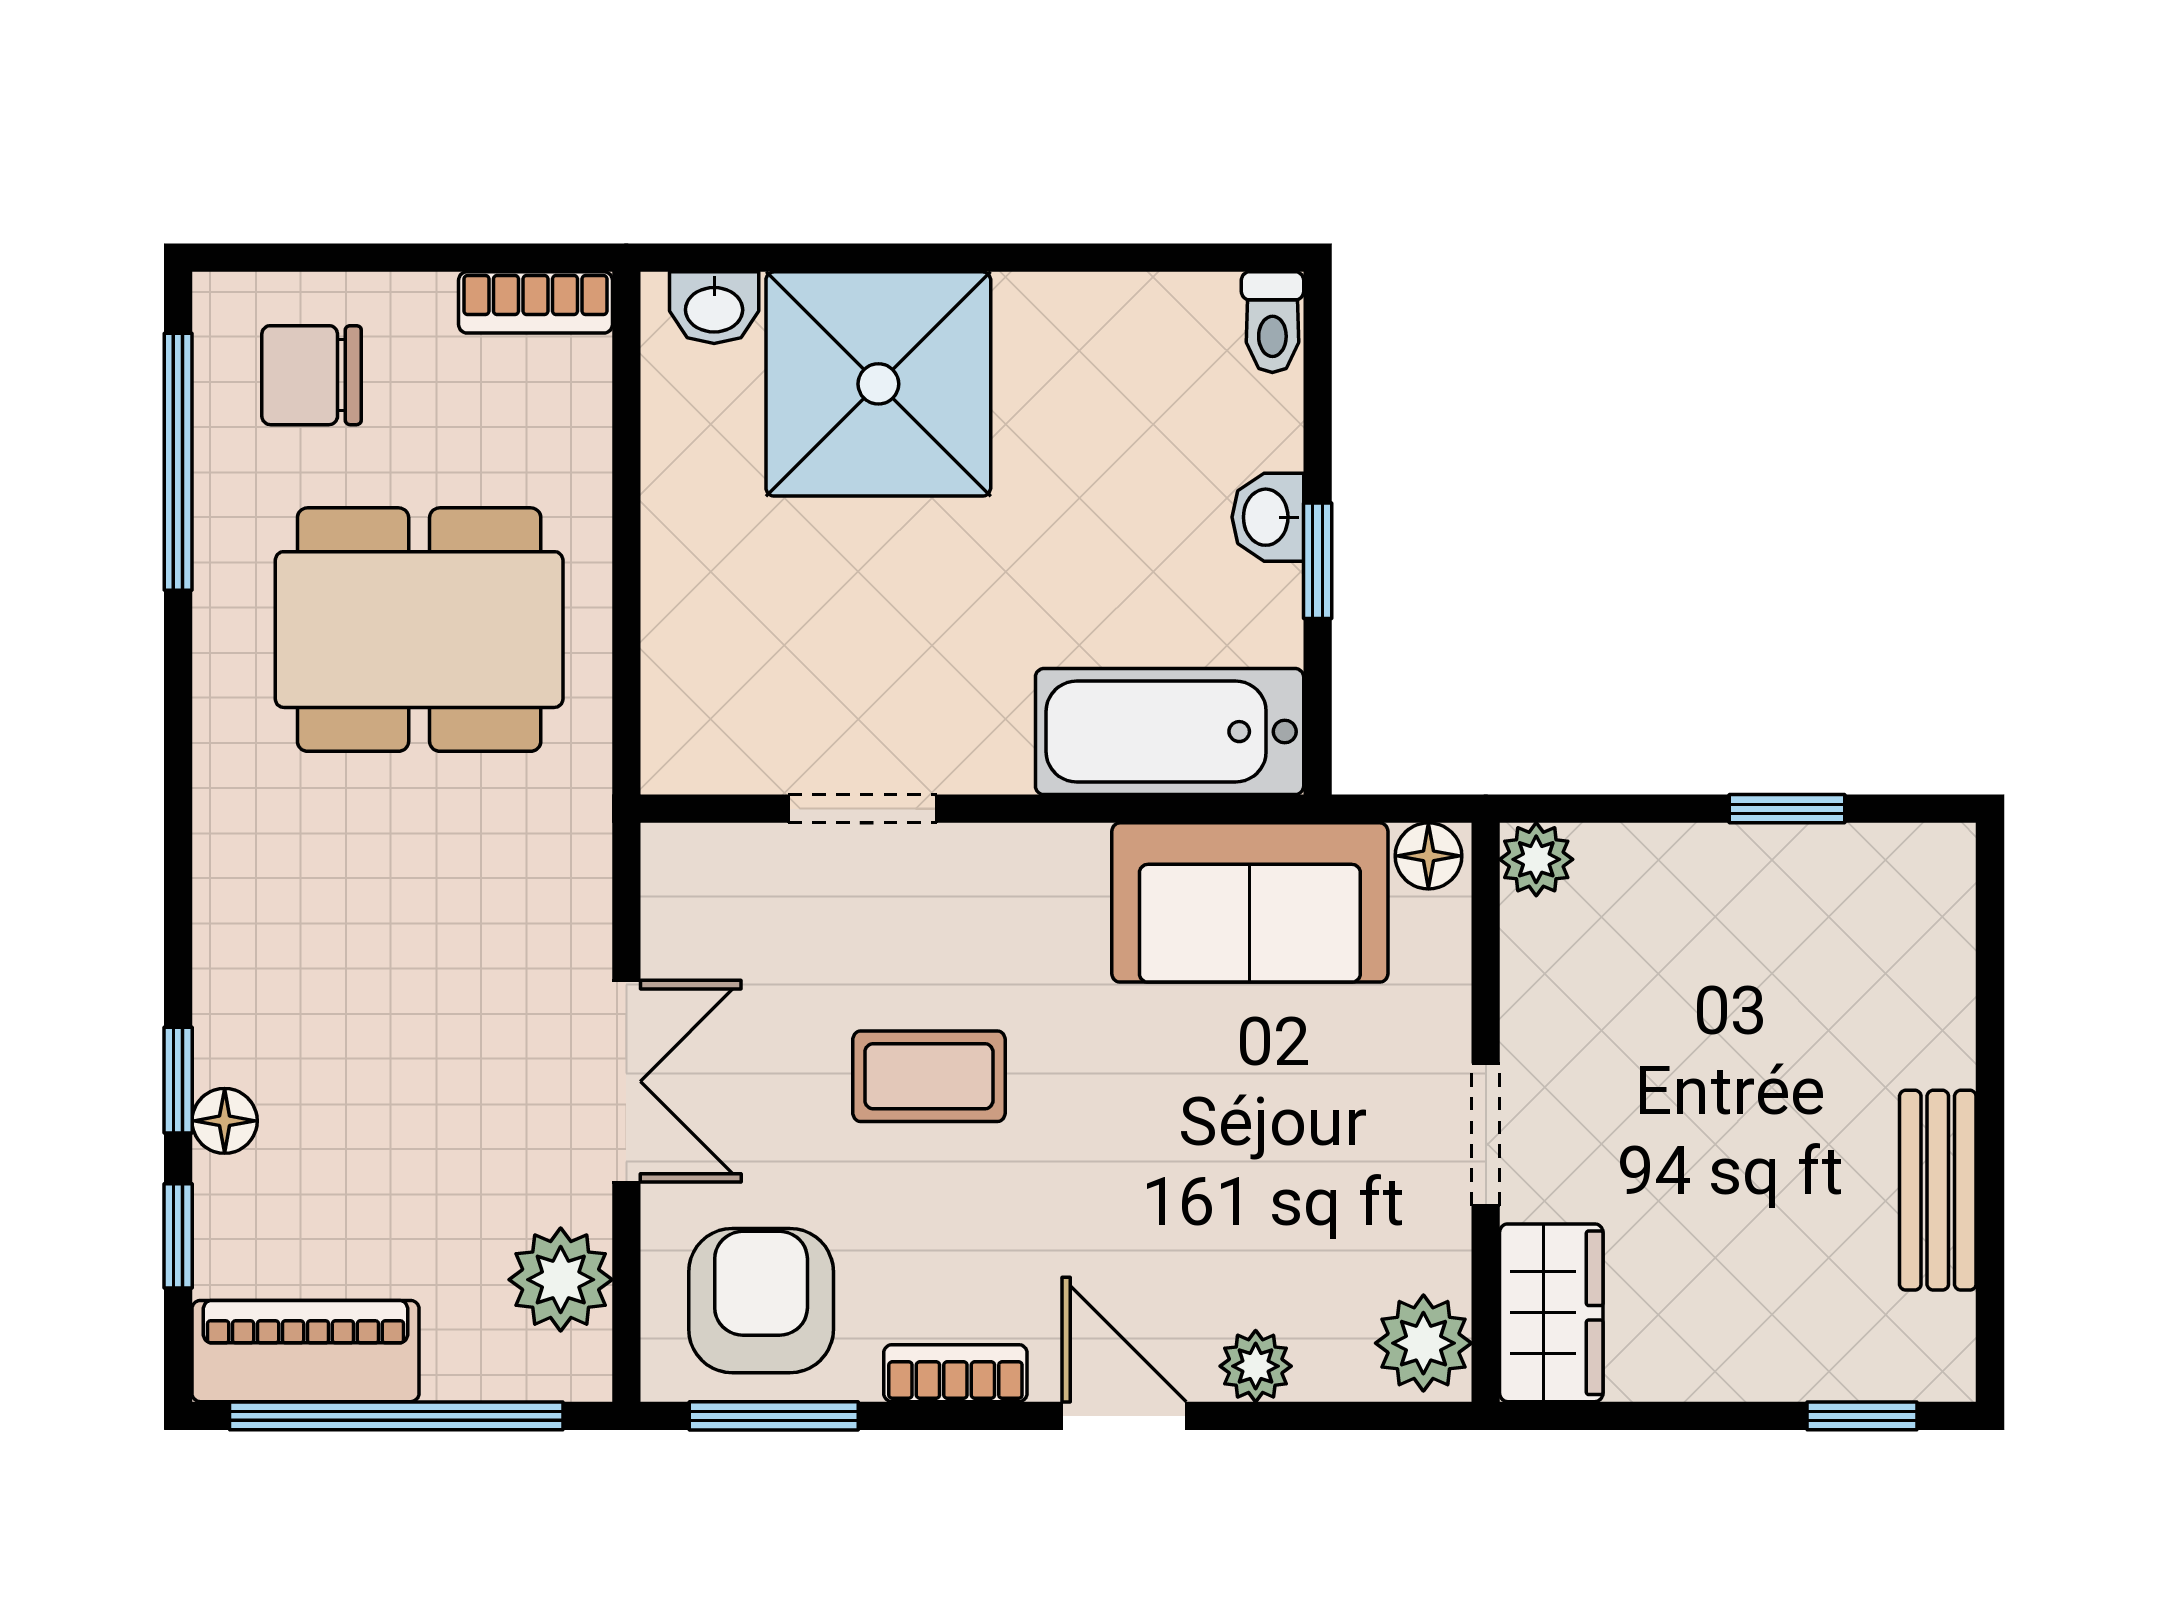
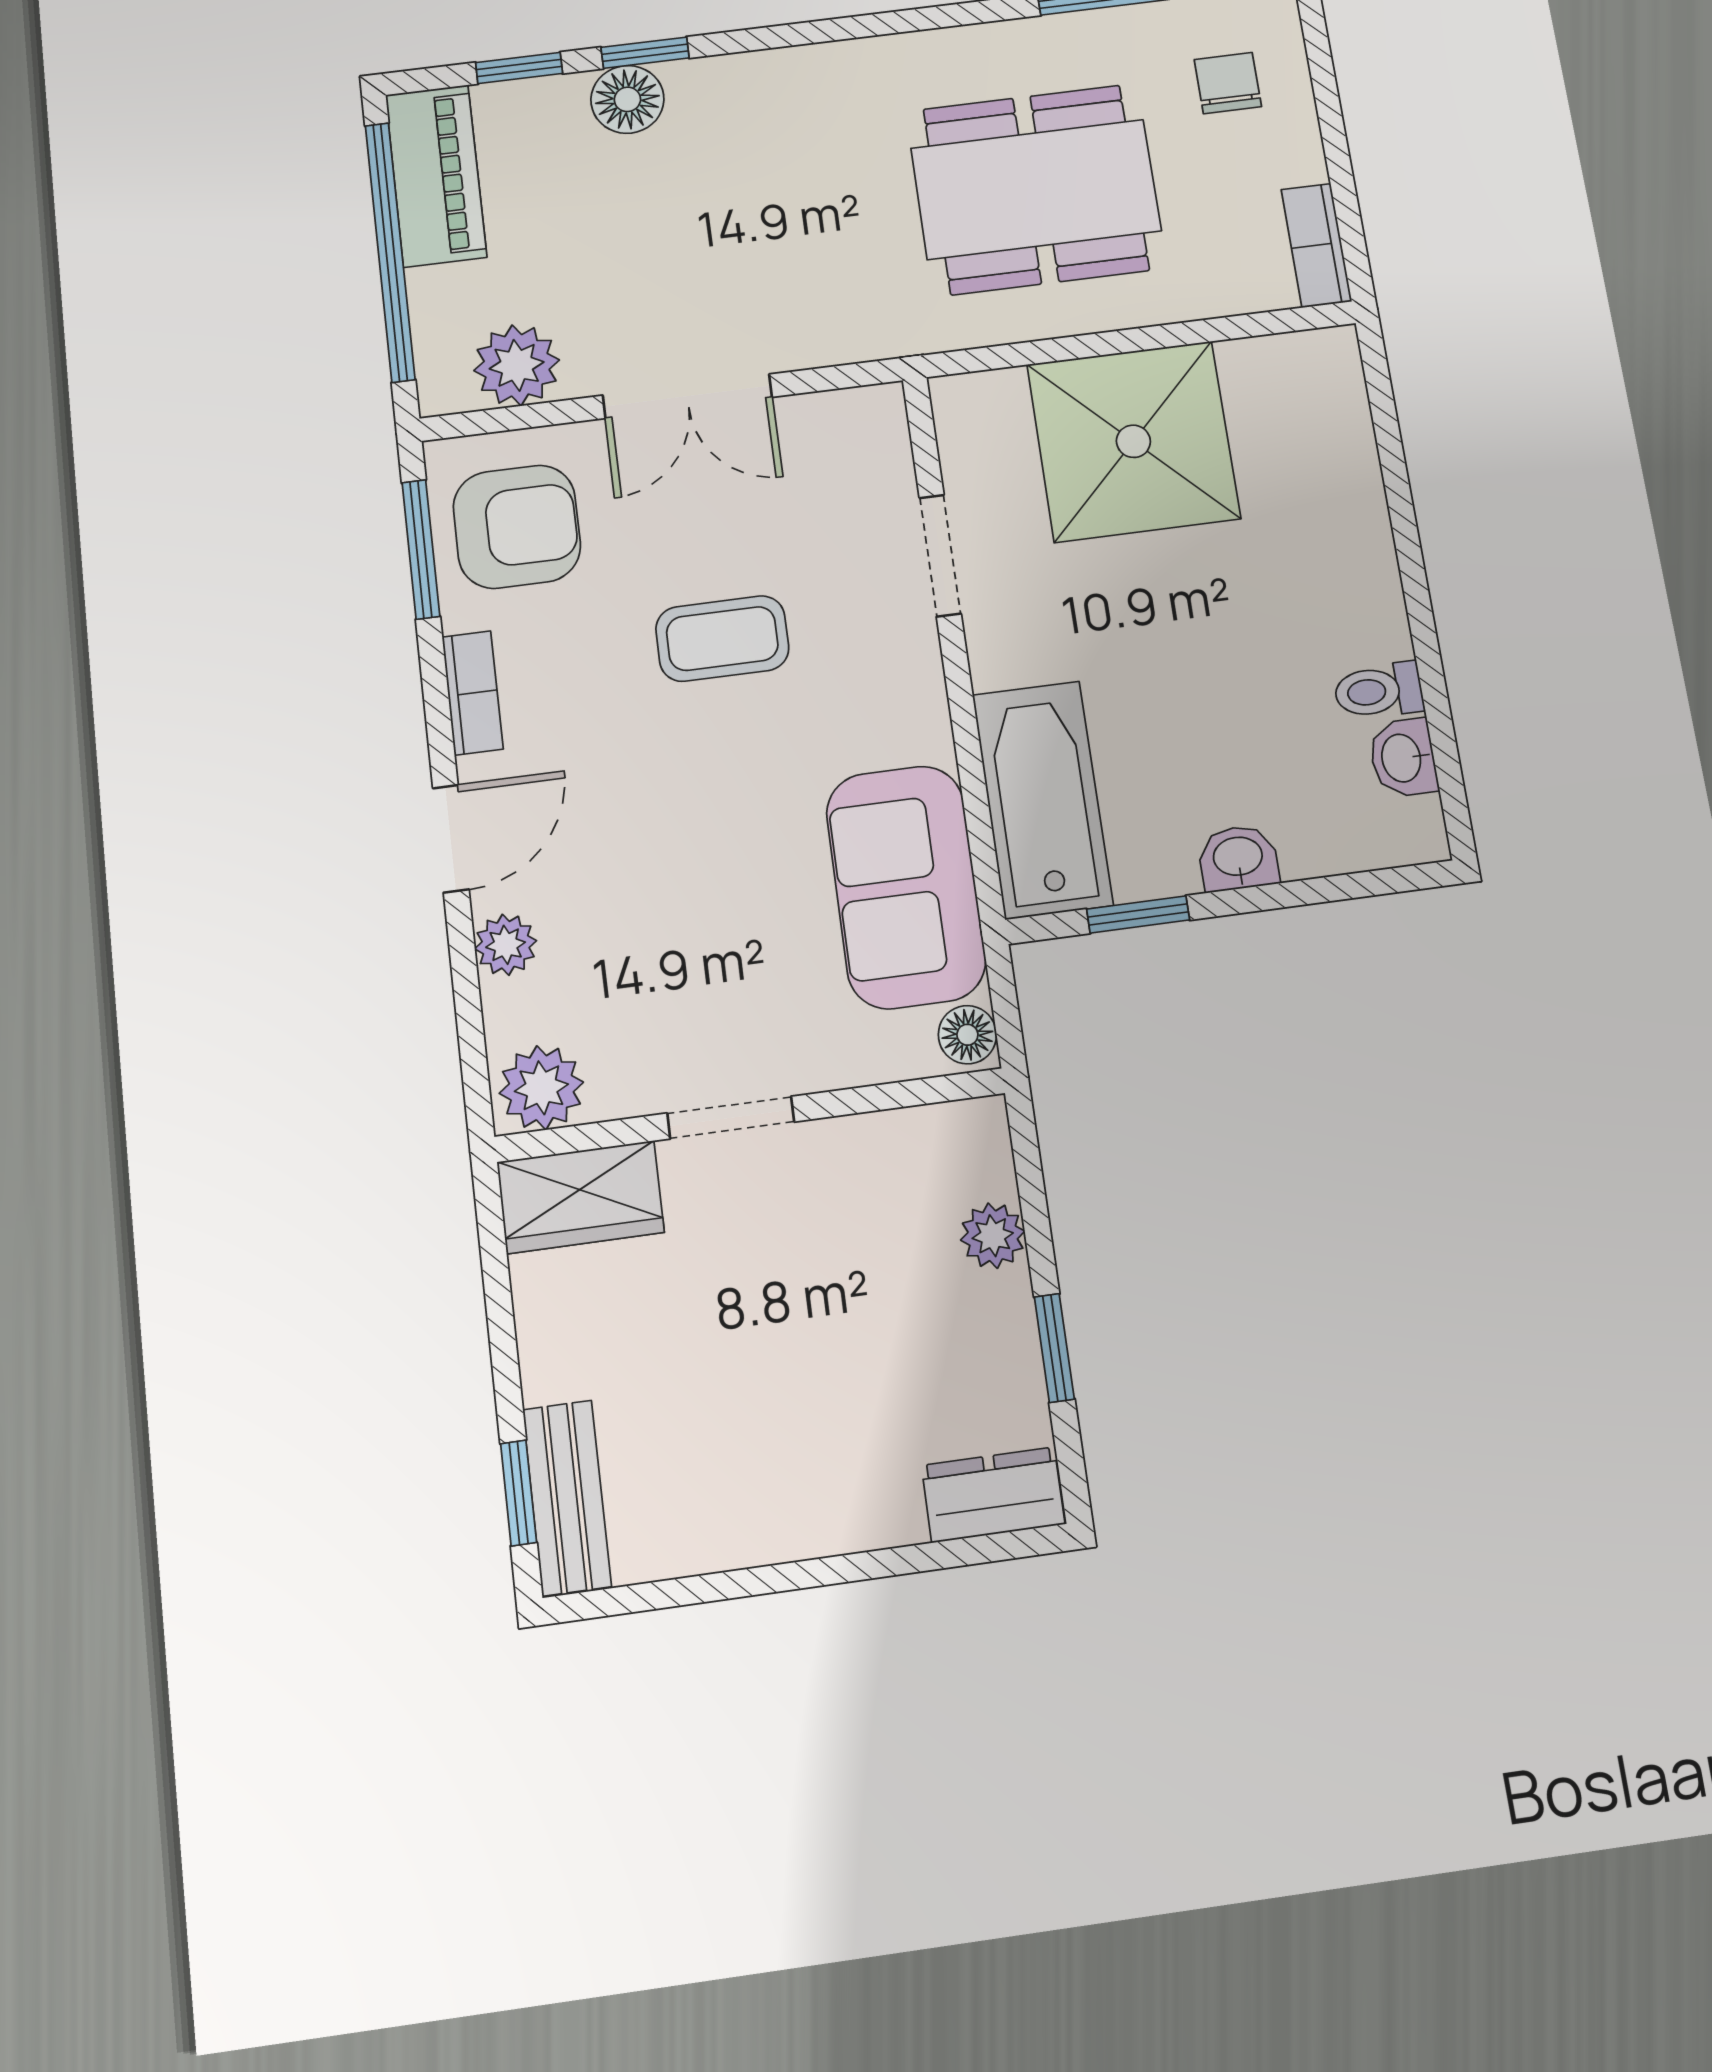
washbasin: (714, 308) -> (1403, 758), moved
toilet: (1272, 322) -> (1379, 691), moved
chair: (312, 375) -> (1228, 83), width x0.73, depth x0.73
shower: (878, 384) -> (1133, 441), moved
window: (1318, 561) -> (1138, 914), moved
dining table: (419, 630) -> (1036, 189), turned 90
plant: (1536, 859) -> (993, 1236), moved
dresser: (1934, 899) -> (993, 1495), added
coffee table: (929, 1076) -> (722, 639), turned 90
floor lamp: (225, 1121) -> (627, 99), width x1.37, depth x1.37
bench: (1938, 1190) -> (567, 1498), moved, turned 90

